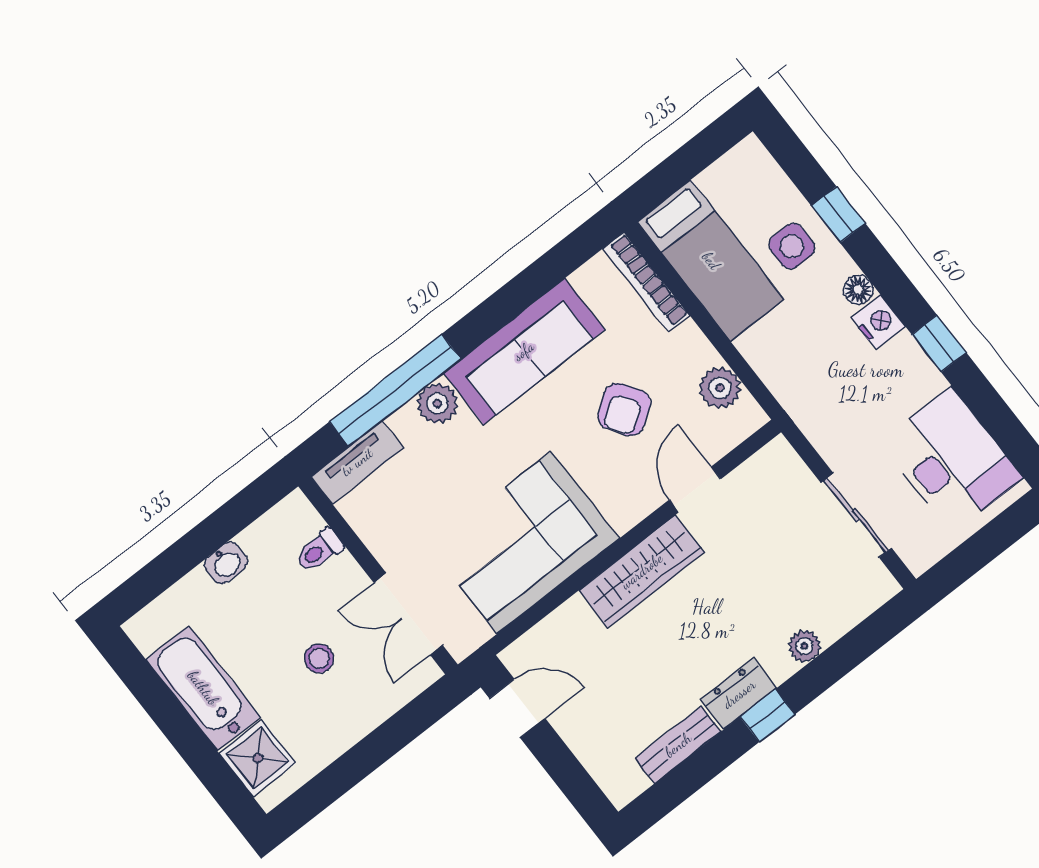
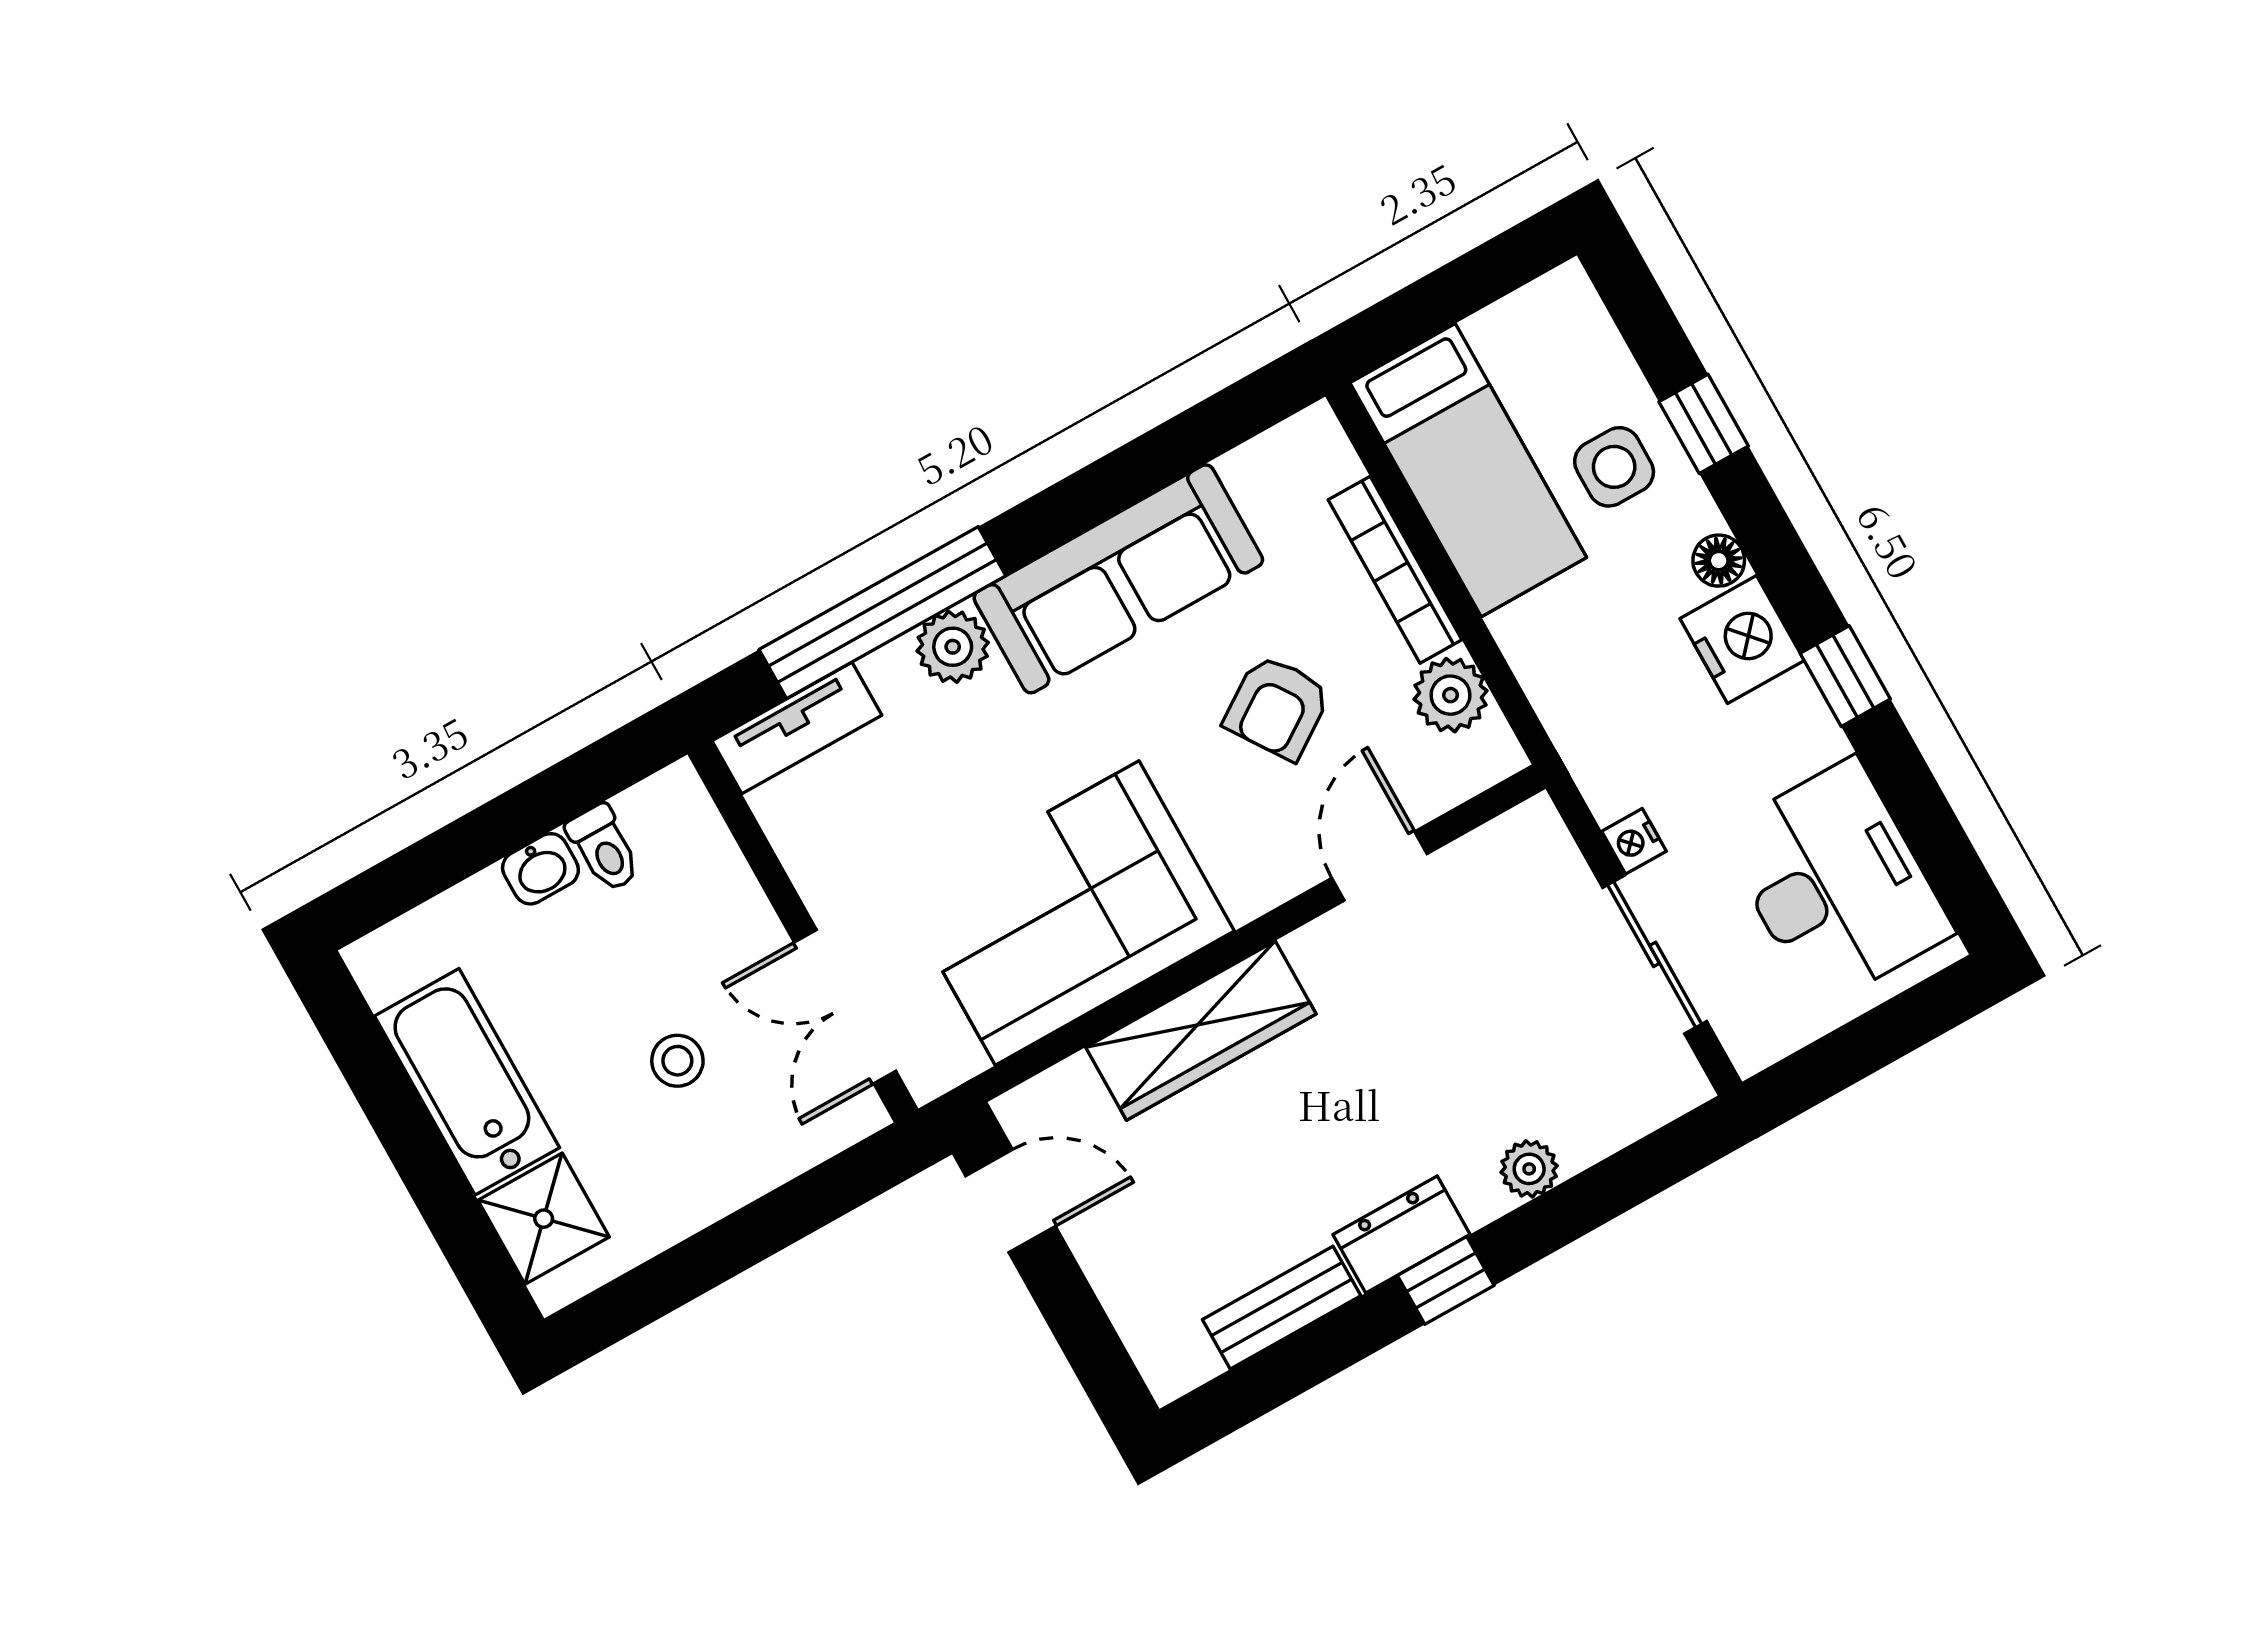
bookcase: (646, 282) -> (1395, 570), moved
nightstand: (878, 322) -> (1742, 639), width x1.36, depth x1.33
nightstand: (835, 454) -> (1634, 841), added
toilet: (319, 551) -> (604, 848), moved, turned -90
wardrobe: (642, 571) -> (1201, 1031), moved

